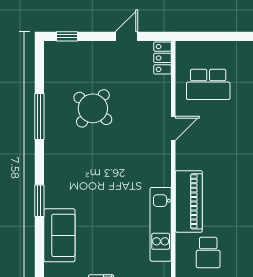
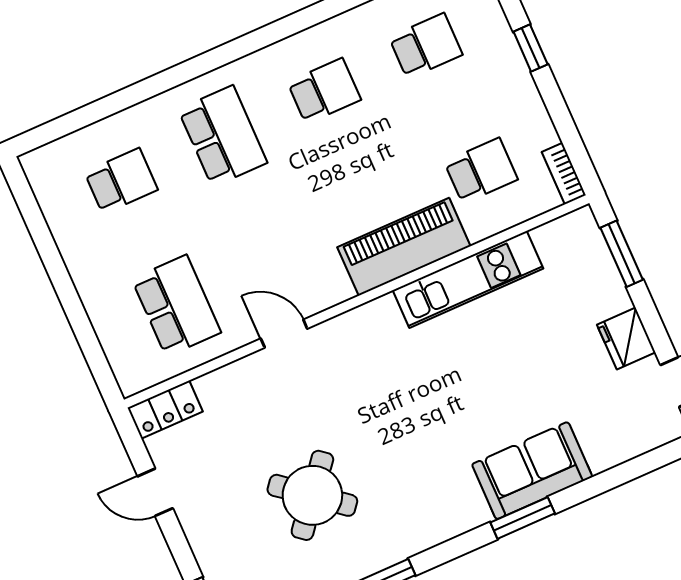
sofa: (59, 235) -> (532, 471), moved

